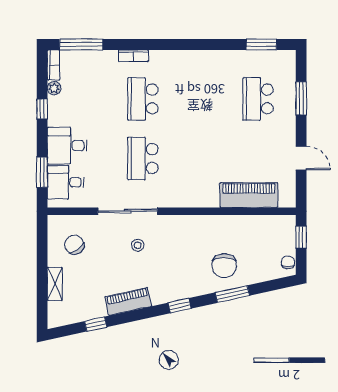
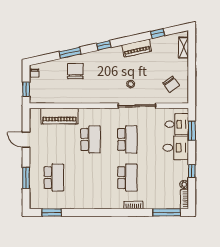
school desk: (200, 159) -> (91, 139), added
shelving: (55, 284) -> (184, 48), moved

